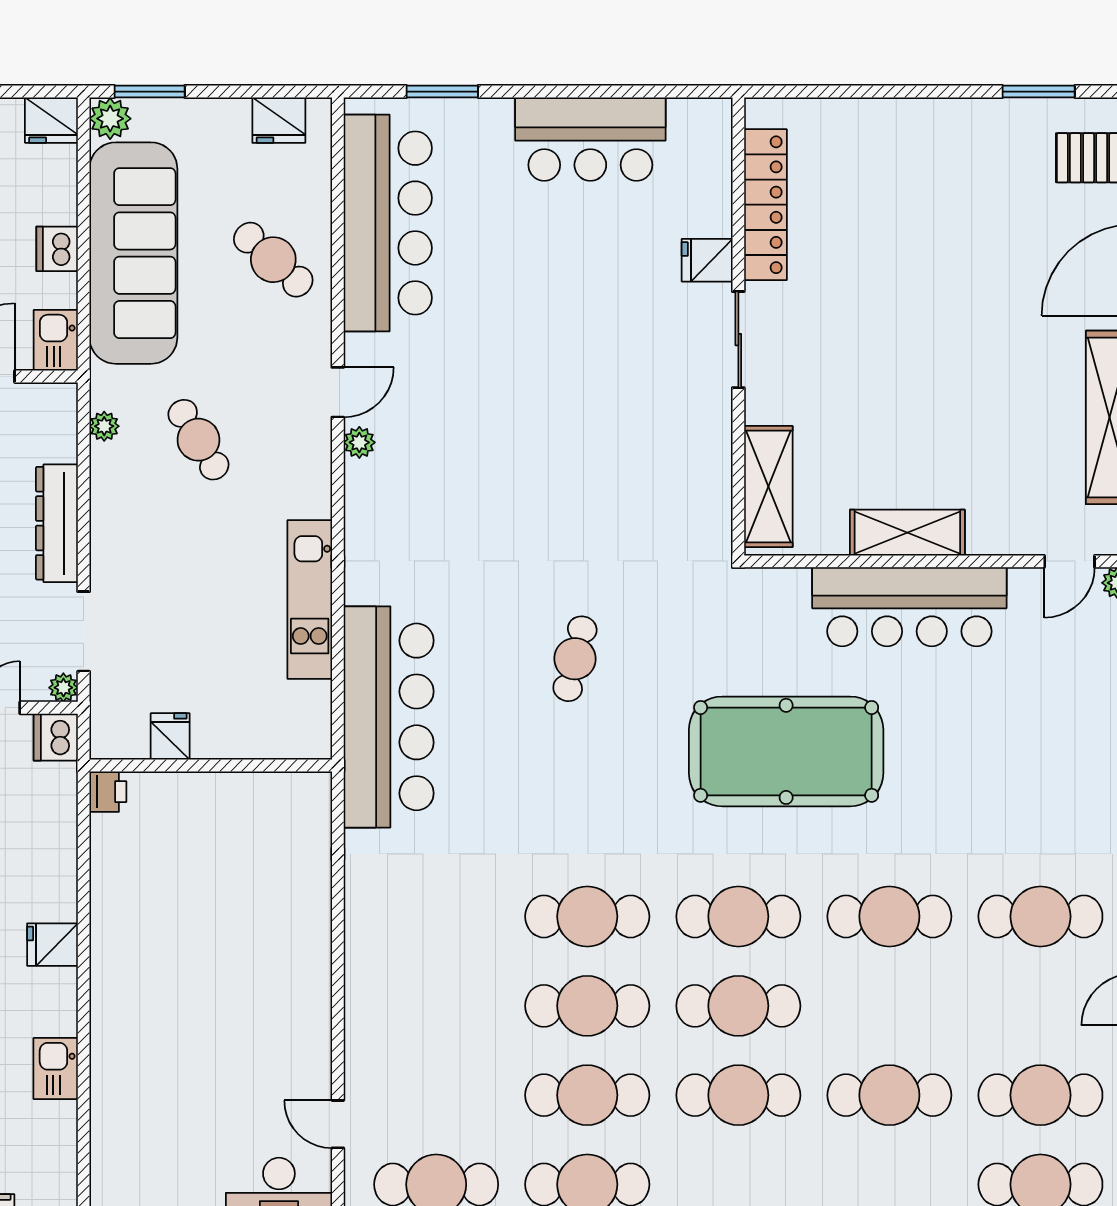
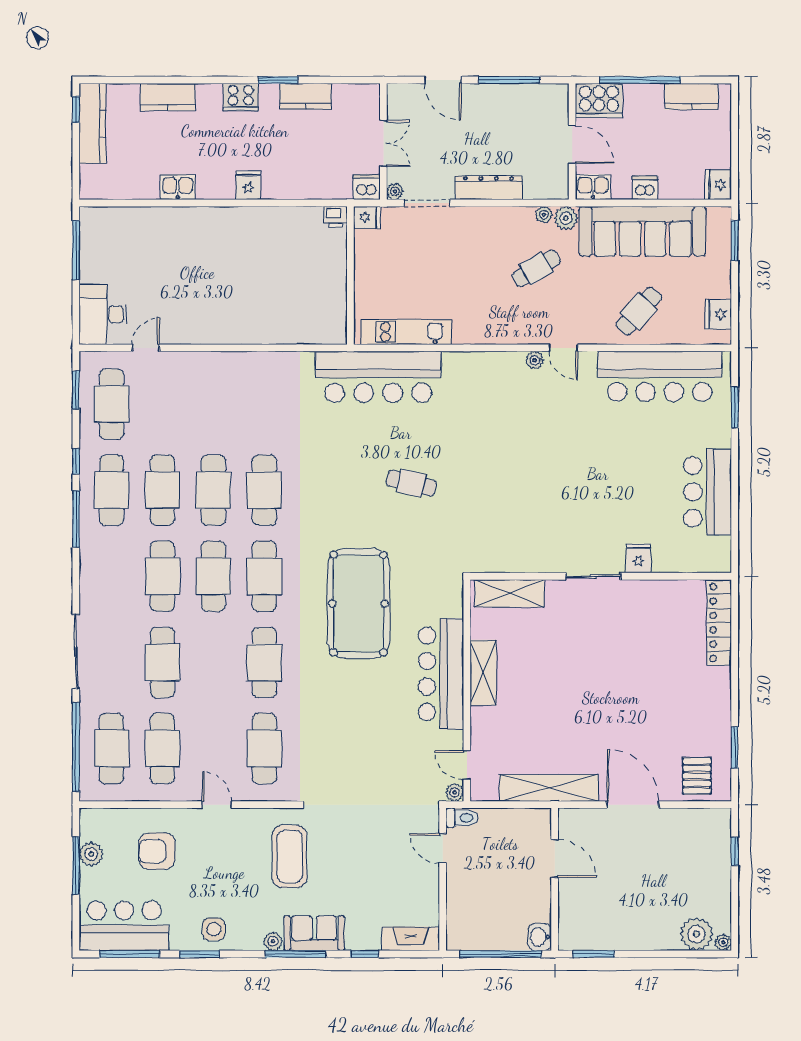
plant: (110, 119) -> (566, 218), moved
locker: (765, 205) -> (719, 623), moved, turned 90
kitchen unit: (310, 600) -> (406, 332), moved
fridge: (170, 736) -> (367, 217), moved

